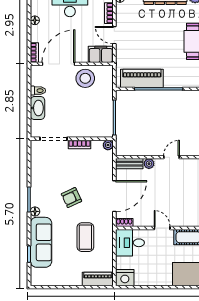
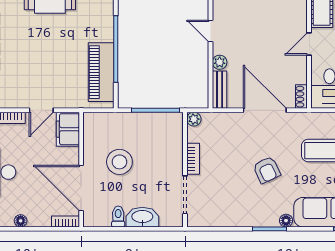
stool: (85, 78) -> (119, 162), moved

